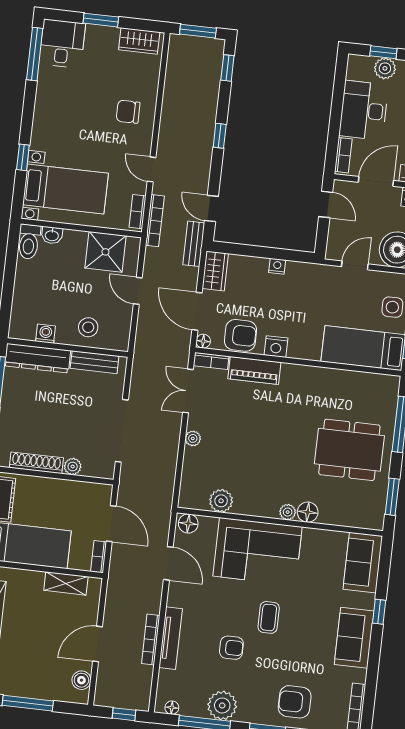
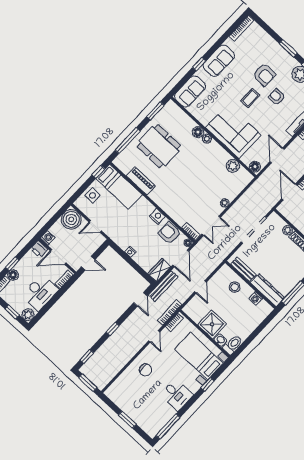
wardrobe: (139, 41) -> (117, 398), removed
desk: (62, 44) -> (177, 395), moved, turned -90
plant: (385, 68) -> (28, 315), moved
door: (326, 204) -> (88, 263), swing flipped
bench: (194, 244) -> (163, 286), width x1.36
shower: (105, 252) -> (212, 324), moved
piano: (254, 370) -> (141, 181), moved
armchair: (295, 702) -> (264, 75), moved

